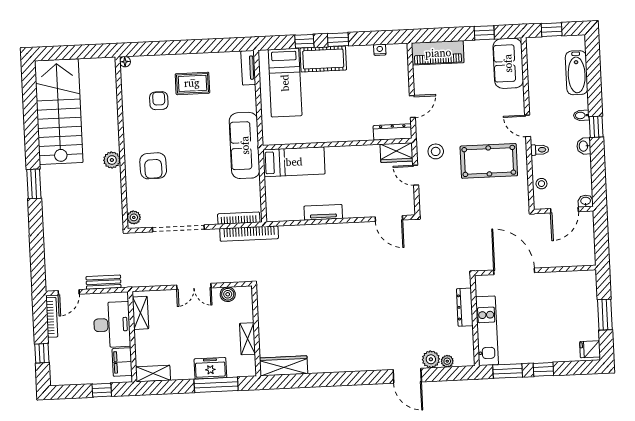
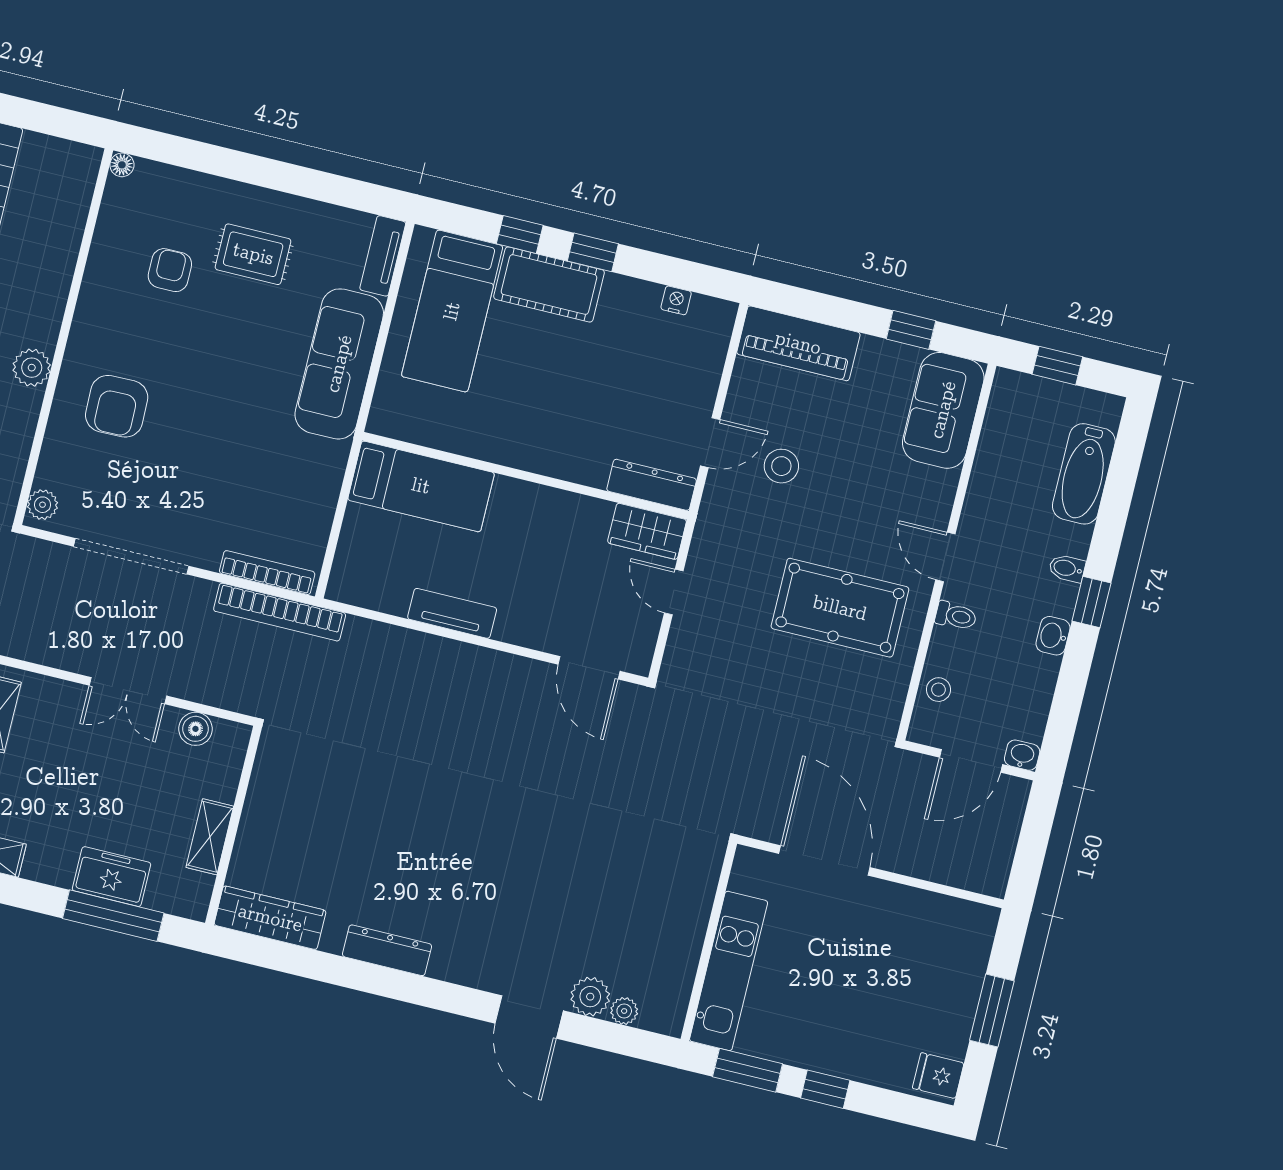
sofa: (245, 145) -> (339, 364), moved
stool: (436, 151) -> (781, 466), moved
dresser: (465, 307) -> (387, 950), moved, turned 90

